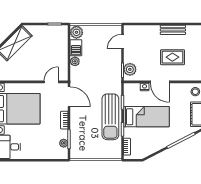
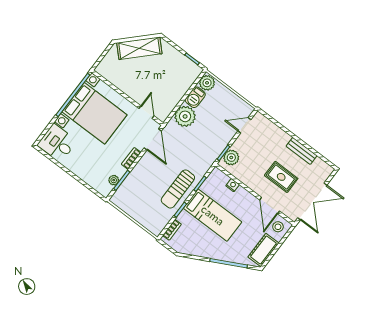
plant: (75, 61) -> (185, 116), width x1.87, depth x1.87
door: (51, 82) -> (146, 112), hinge flipped
door: (160, 82) -> (270, 206), moved
sun lounger: (110, 117) -> (178, 189), width x0.73, depth x0.75

